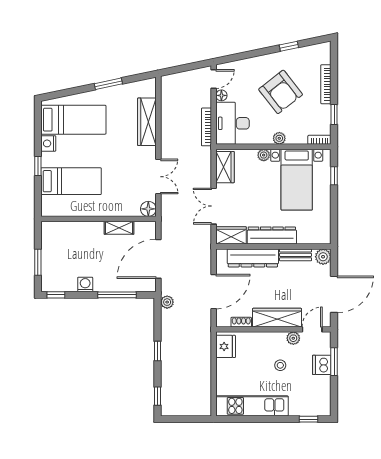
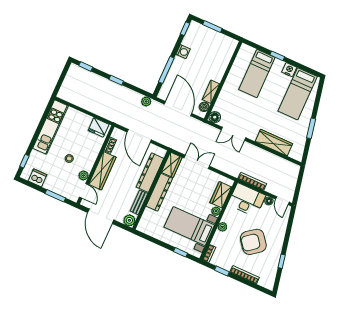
wardrobe: (225, 167) -> (221, 195), moved, turned 90
boiler: (141, 228) -> (204, 107), added
dishwasher: (322, 365) -> (38, 178), moved

